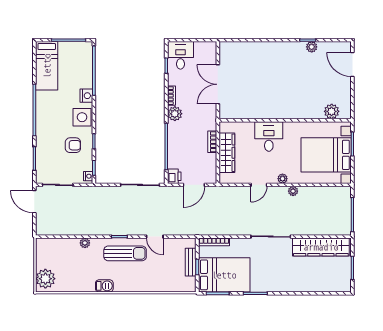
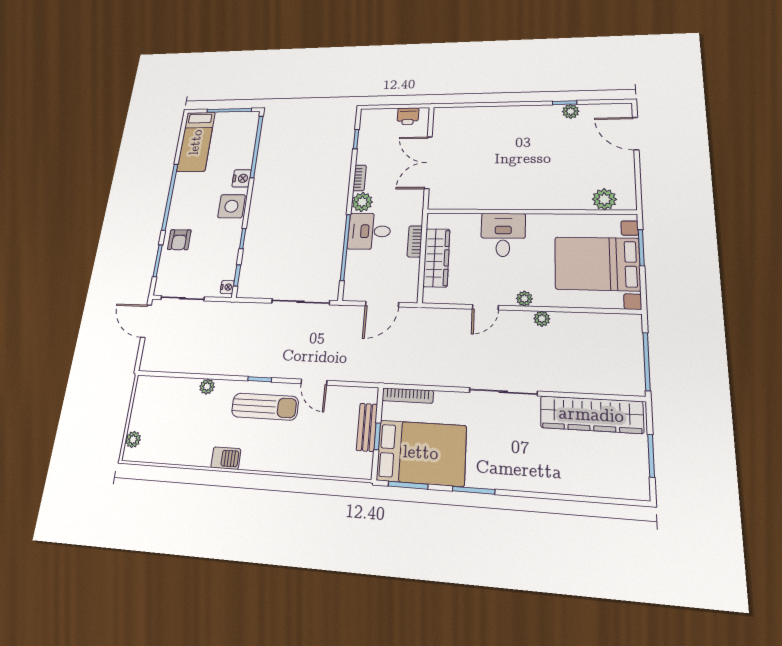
desk: (180, 55) -> (369, 231), moved, turned -90
armchair: (73, 145) -> (179, 240), moved, turned 90
printer: (174, 176) -> (408, 116), moved, turned 90
plant: (45, 279) -> (133, 439), width x0.53, depth x0.53

